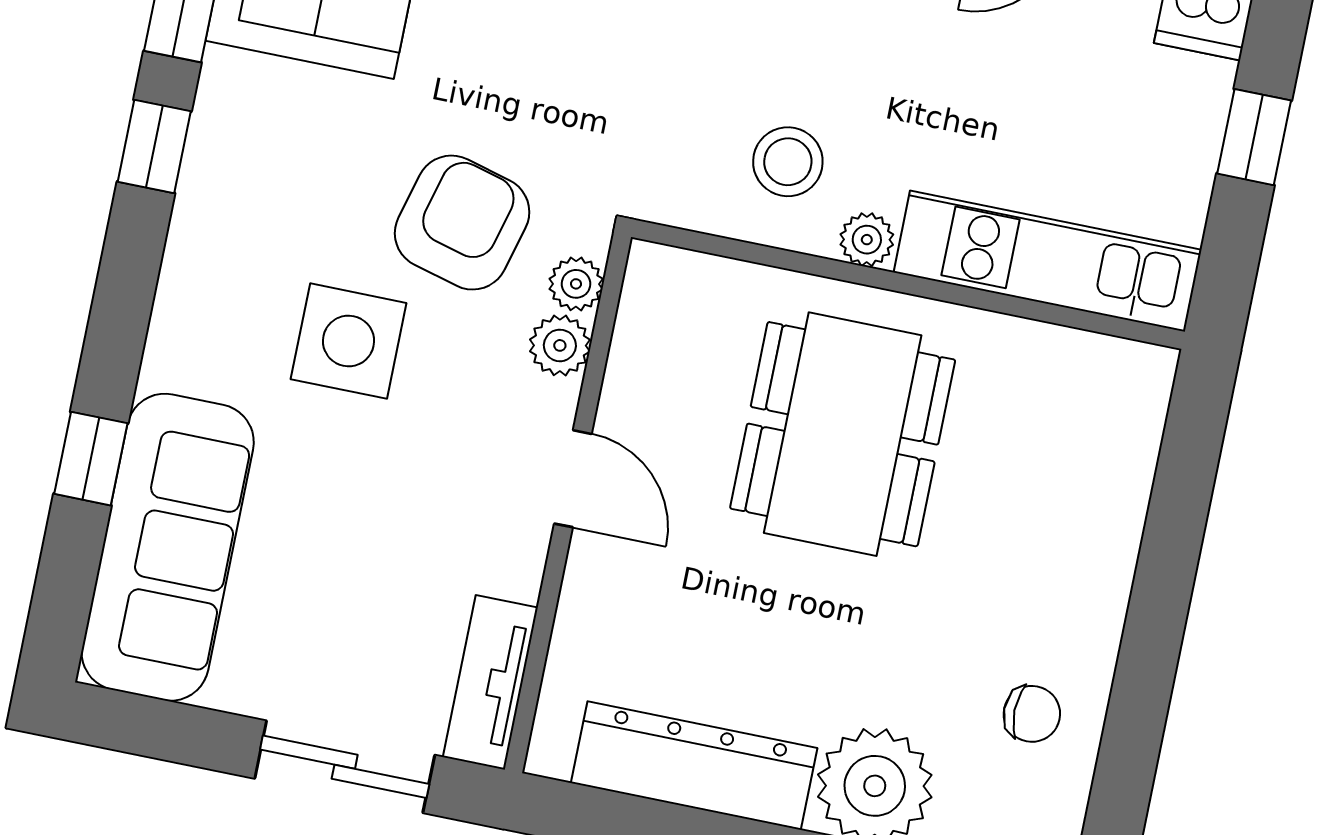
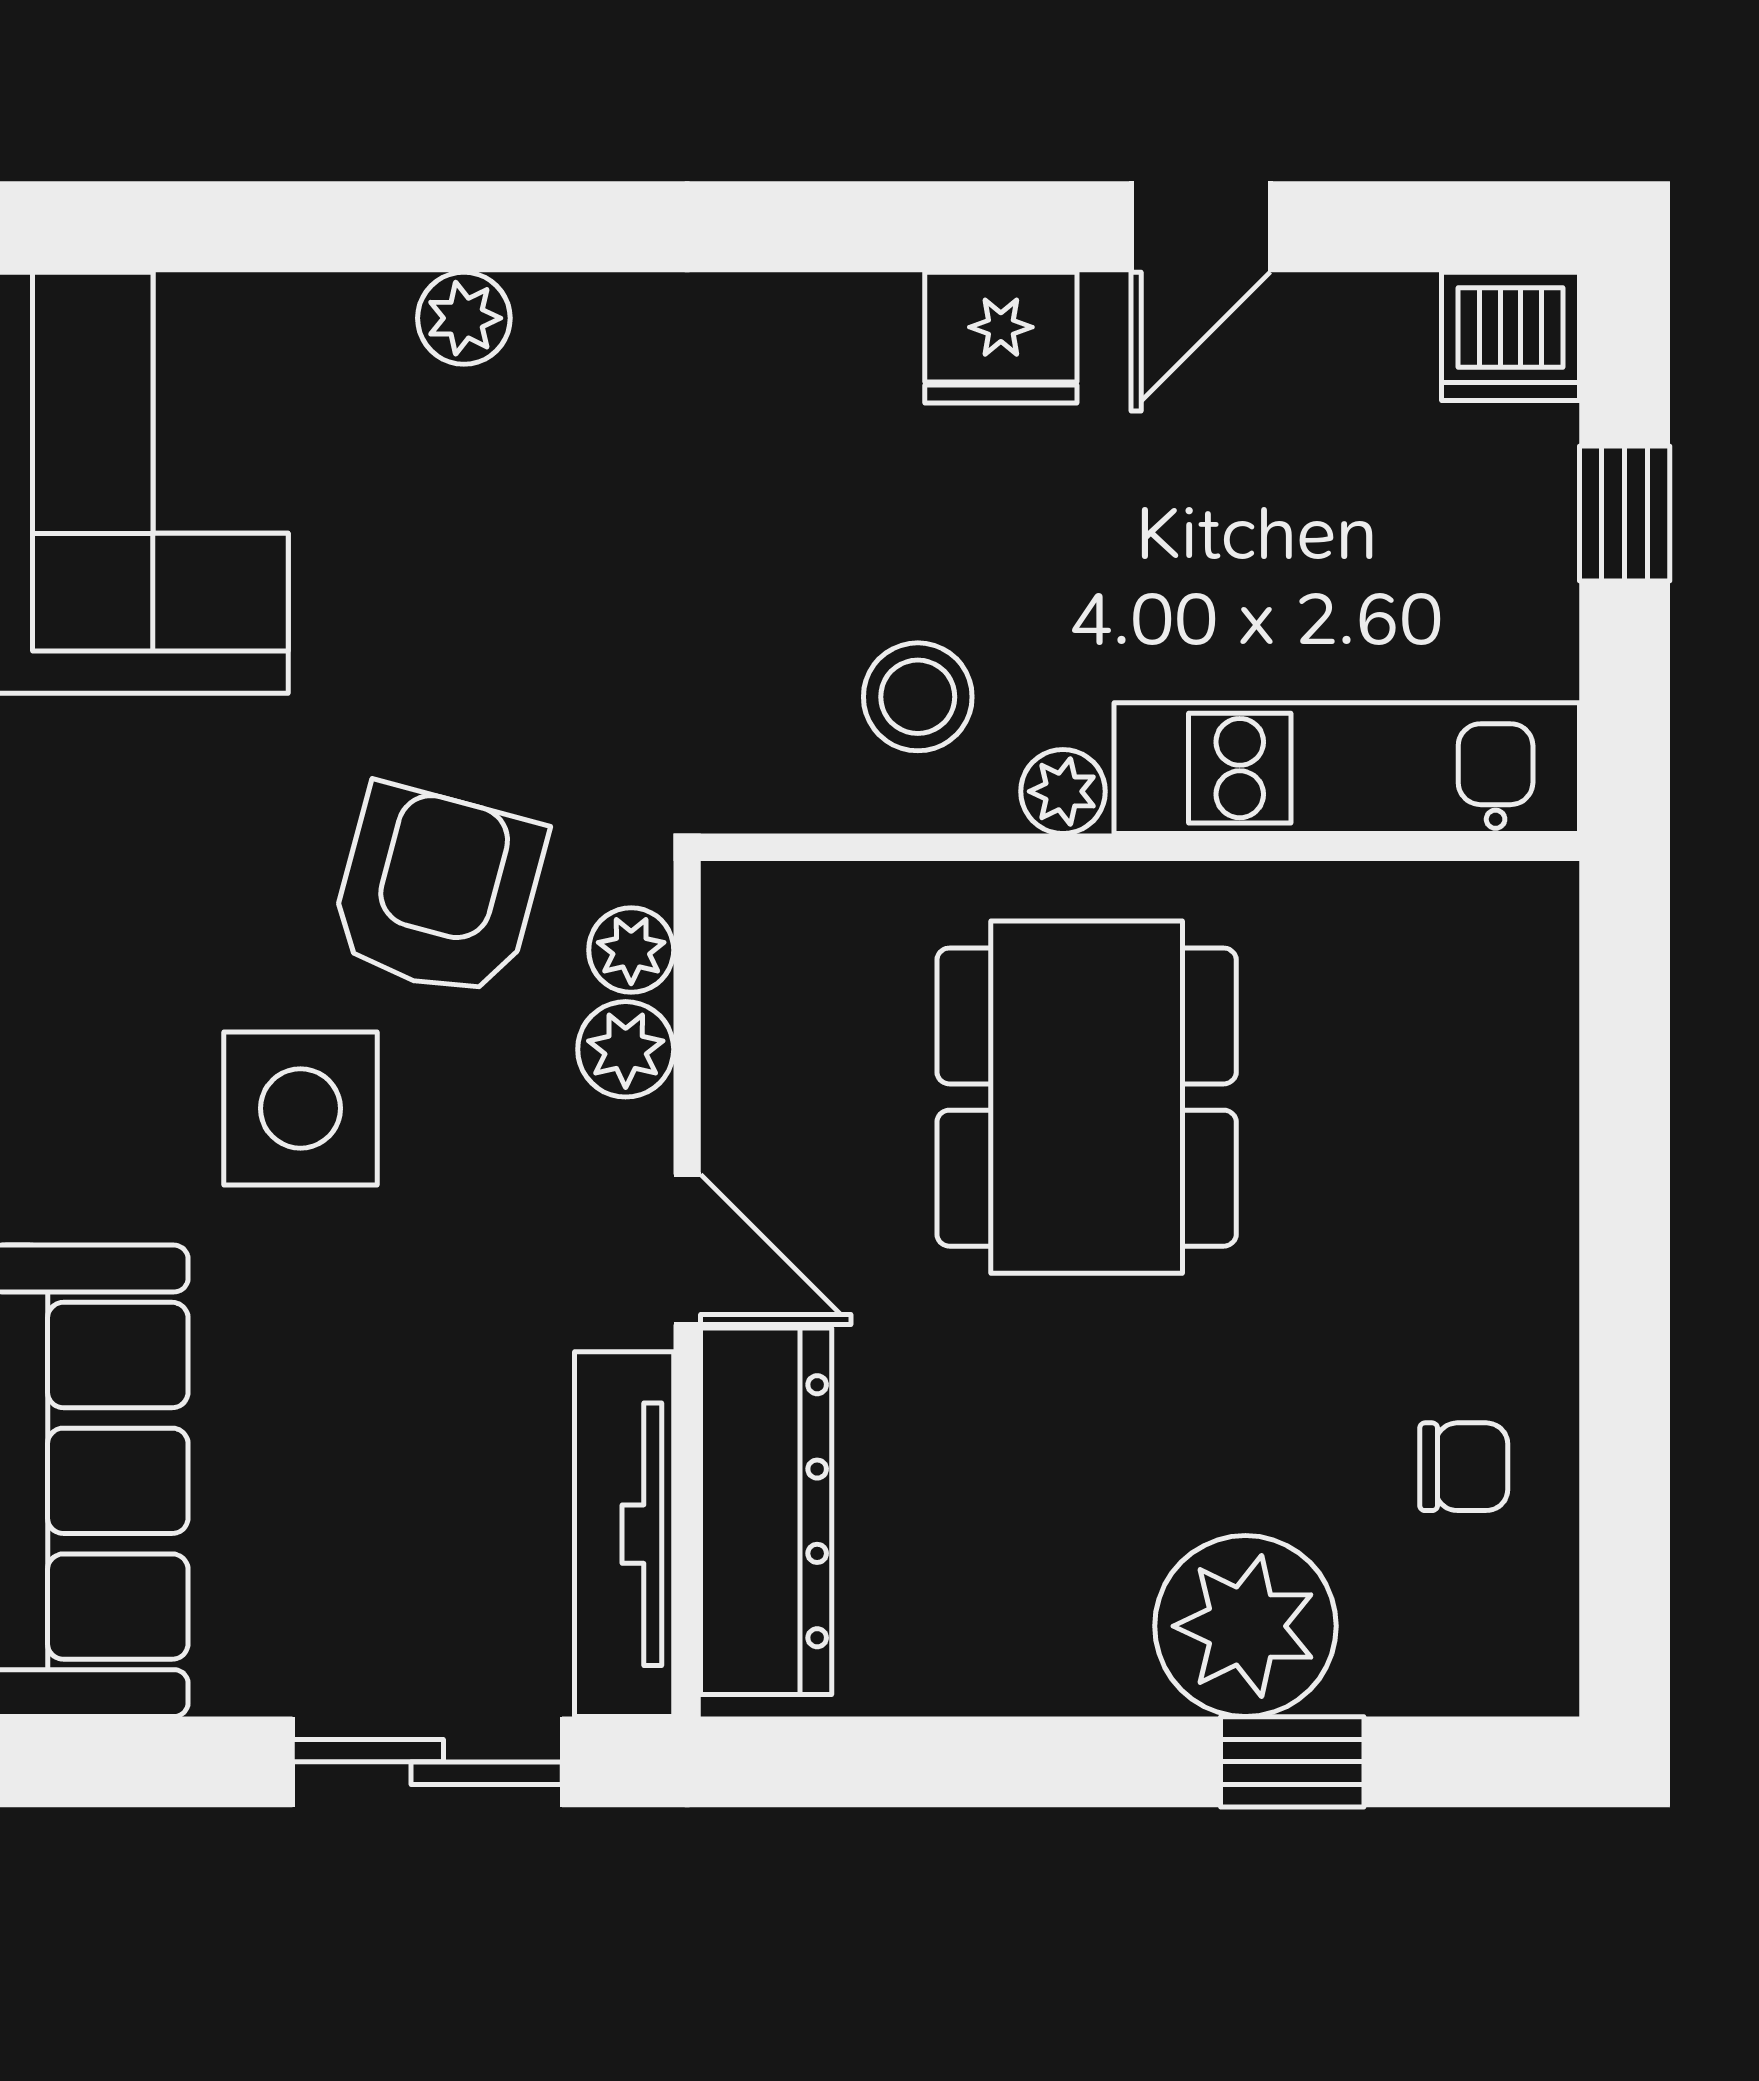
tv unit: (490, 682) -> (624, 1534), width x1.41
dresser: (694, 766) -> (766, 1511), moved, turned 90

